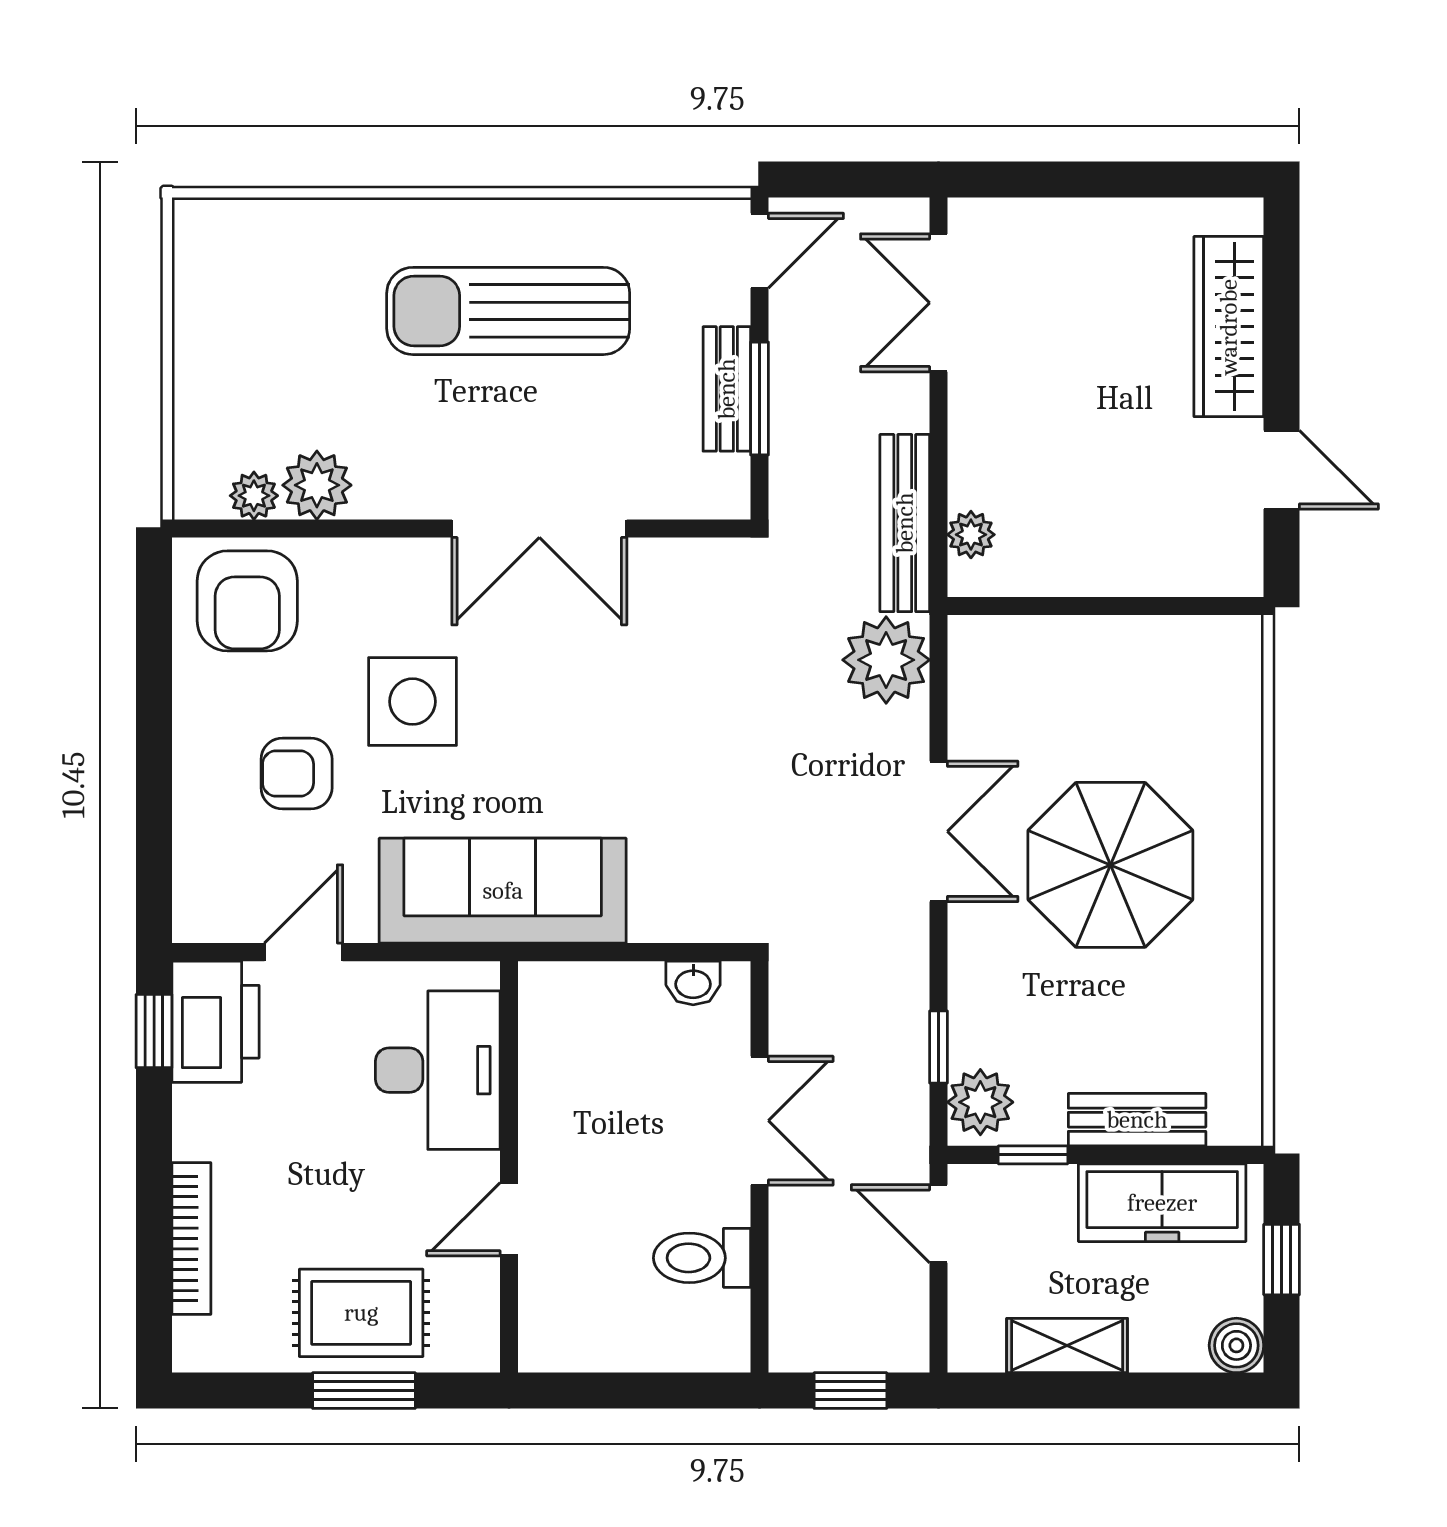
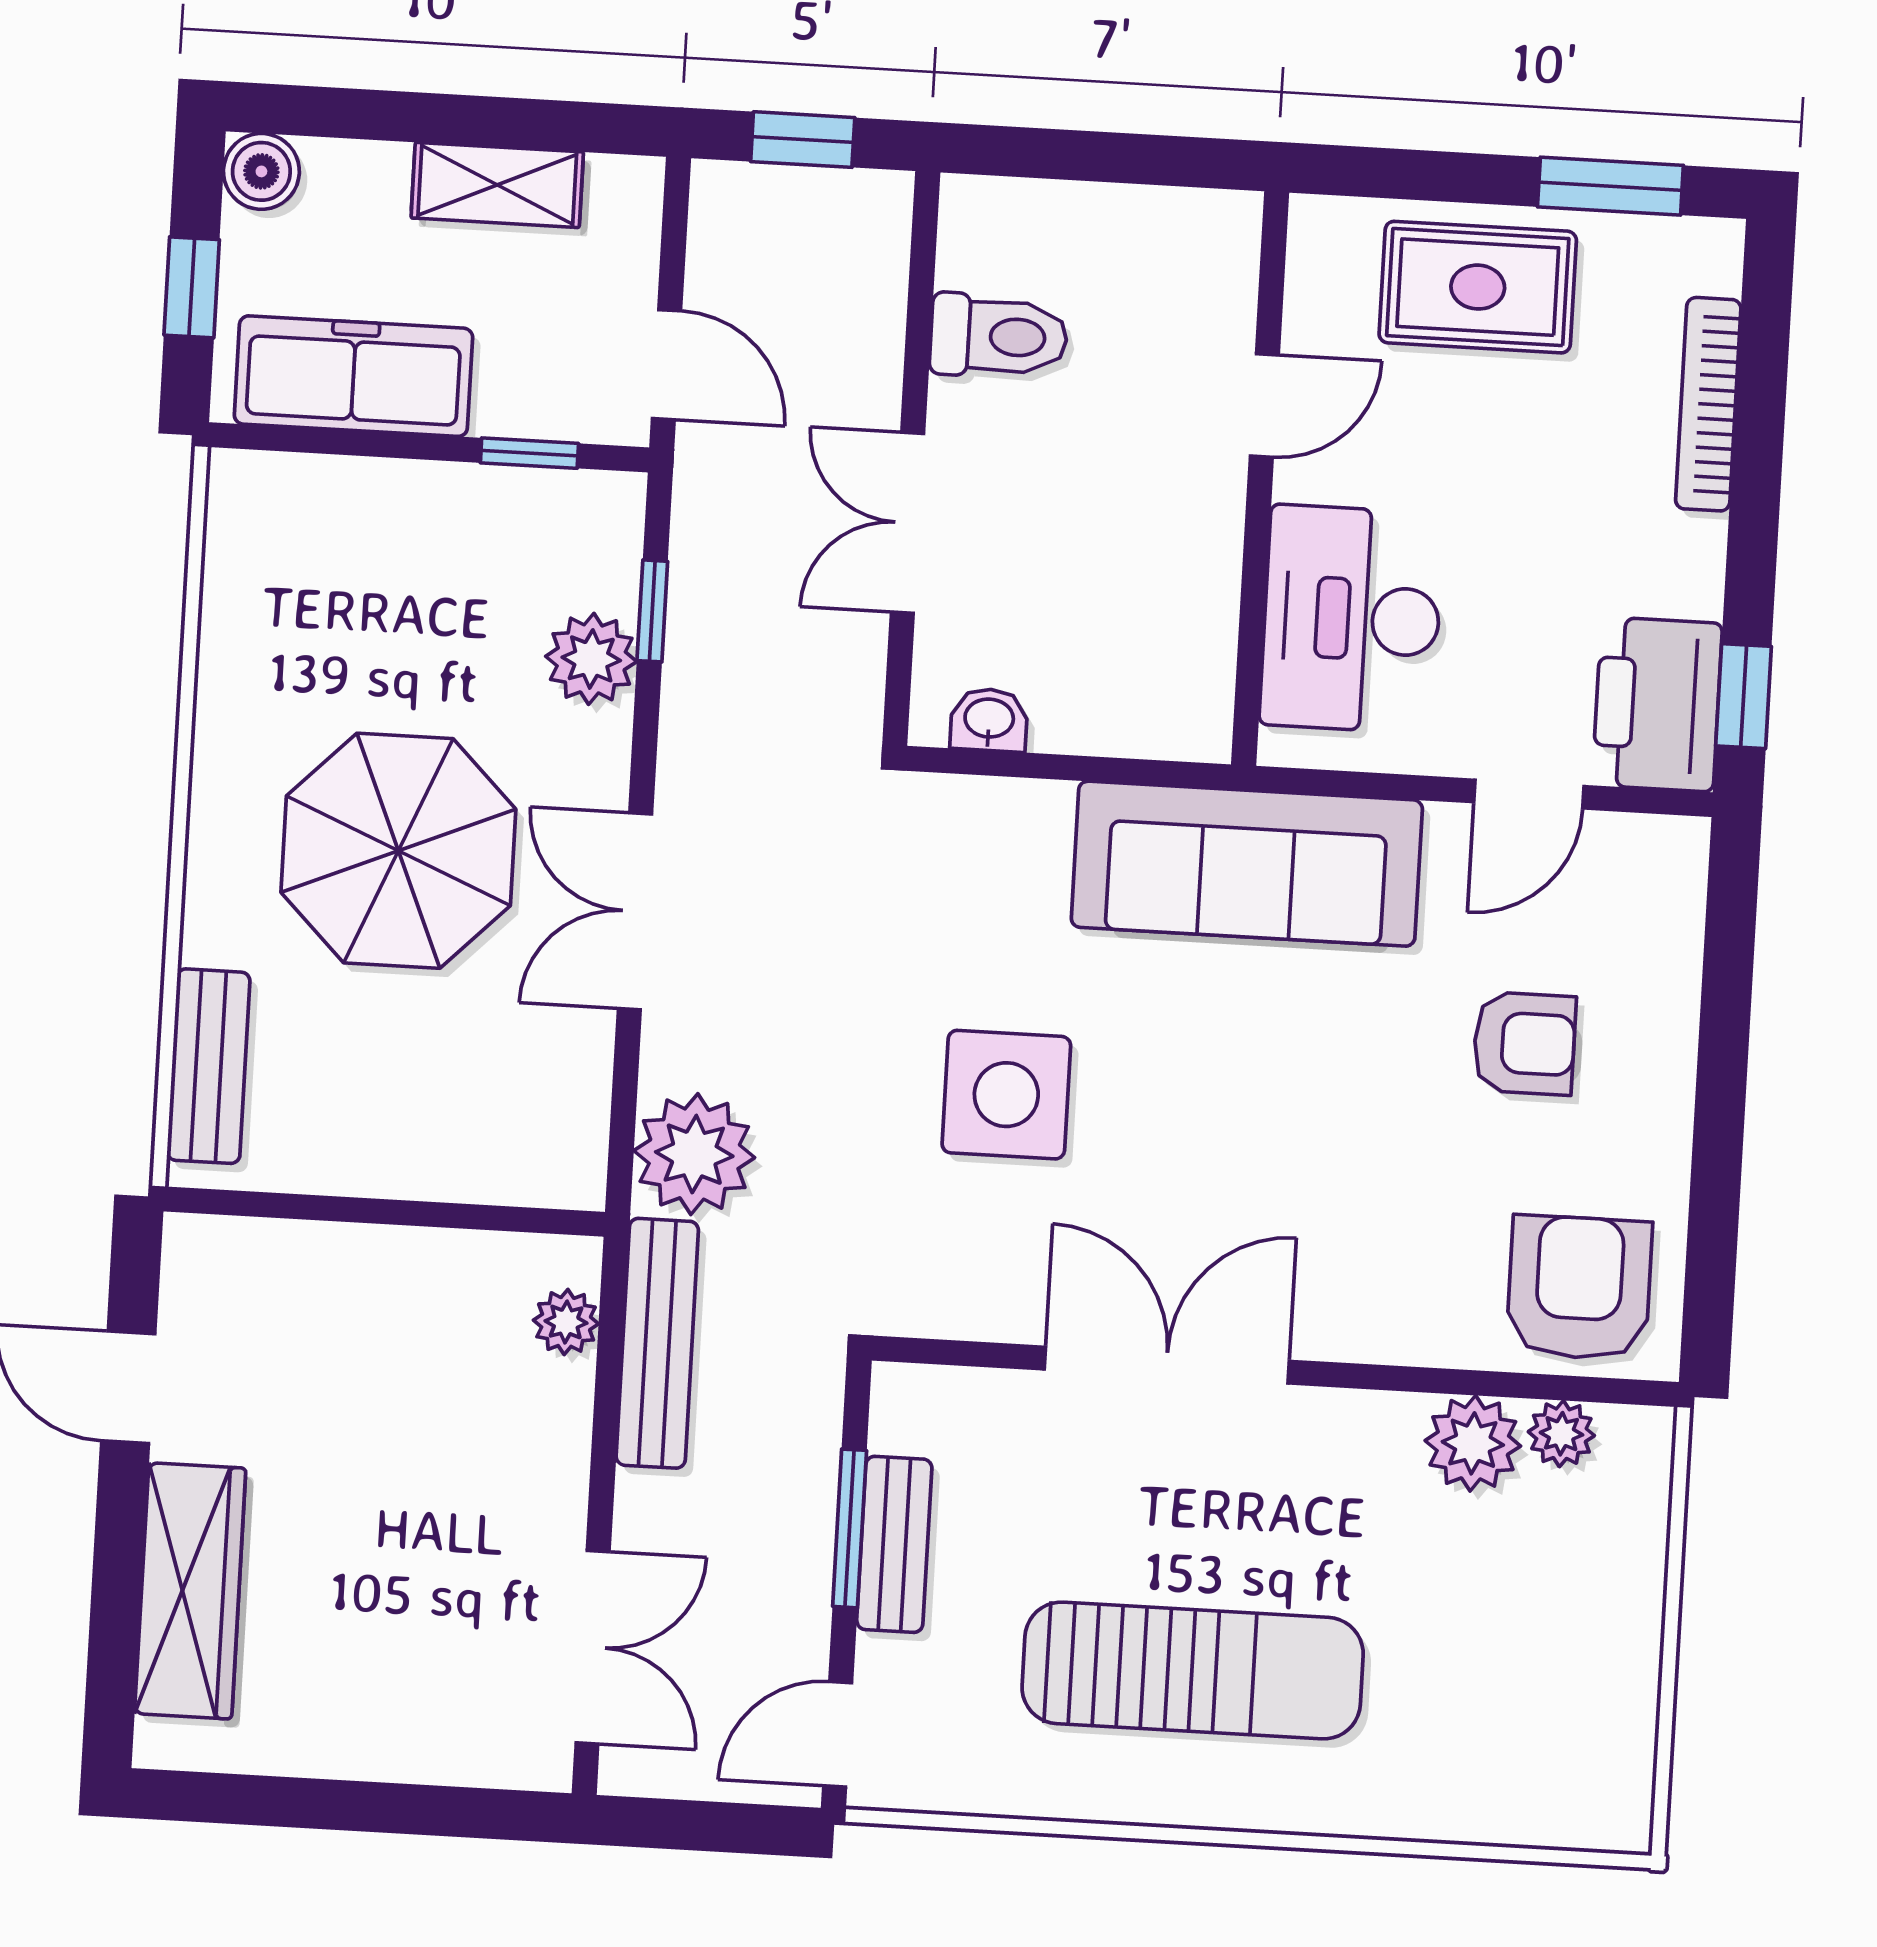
side table: (413, 702) -> (1006, 1095), moved
plant: (980, 1102) -> (591, 659), moved
bench: (1137, 1120) -> (208, 1066), moved, turned 90
window: (364, 1391) -> (1610, 186), moved

